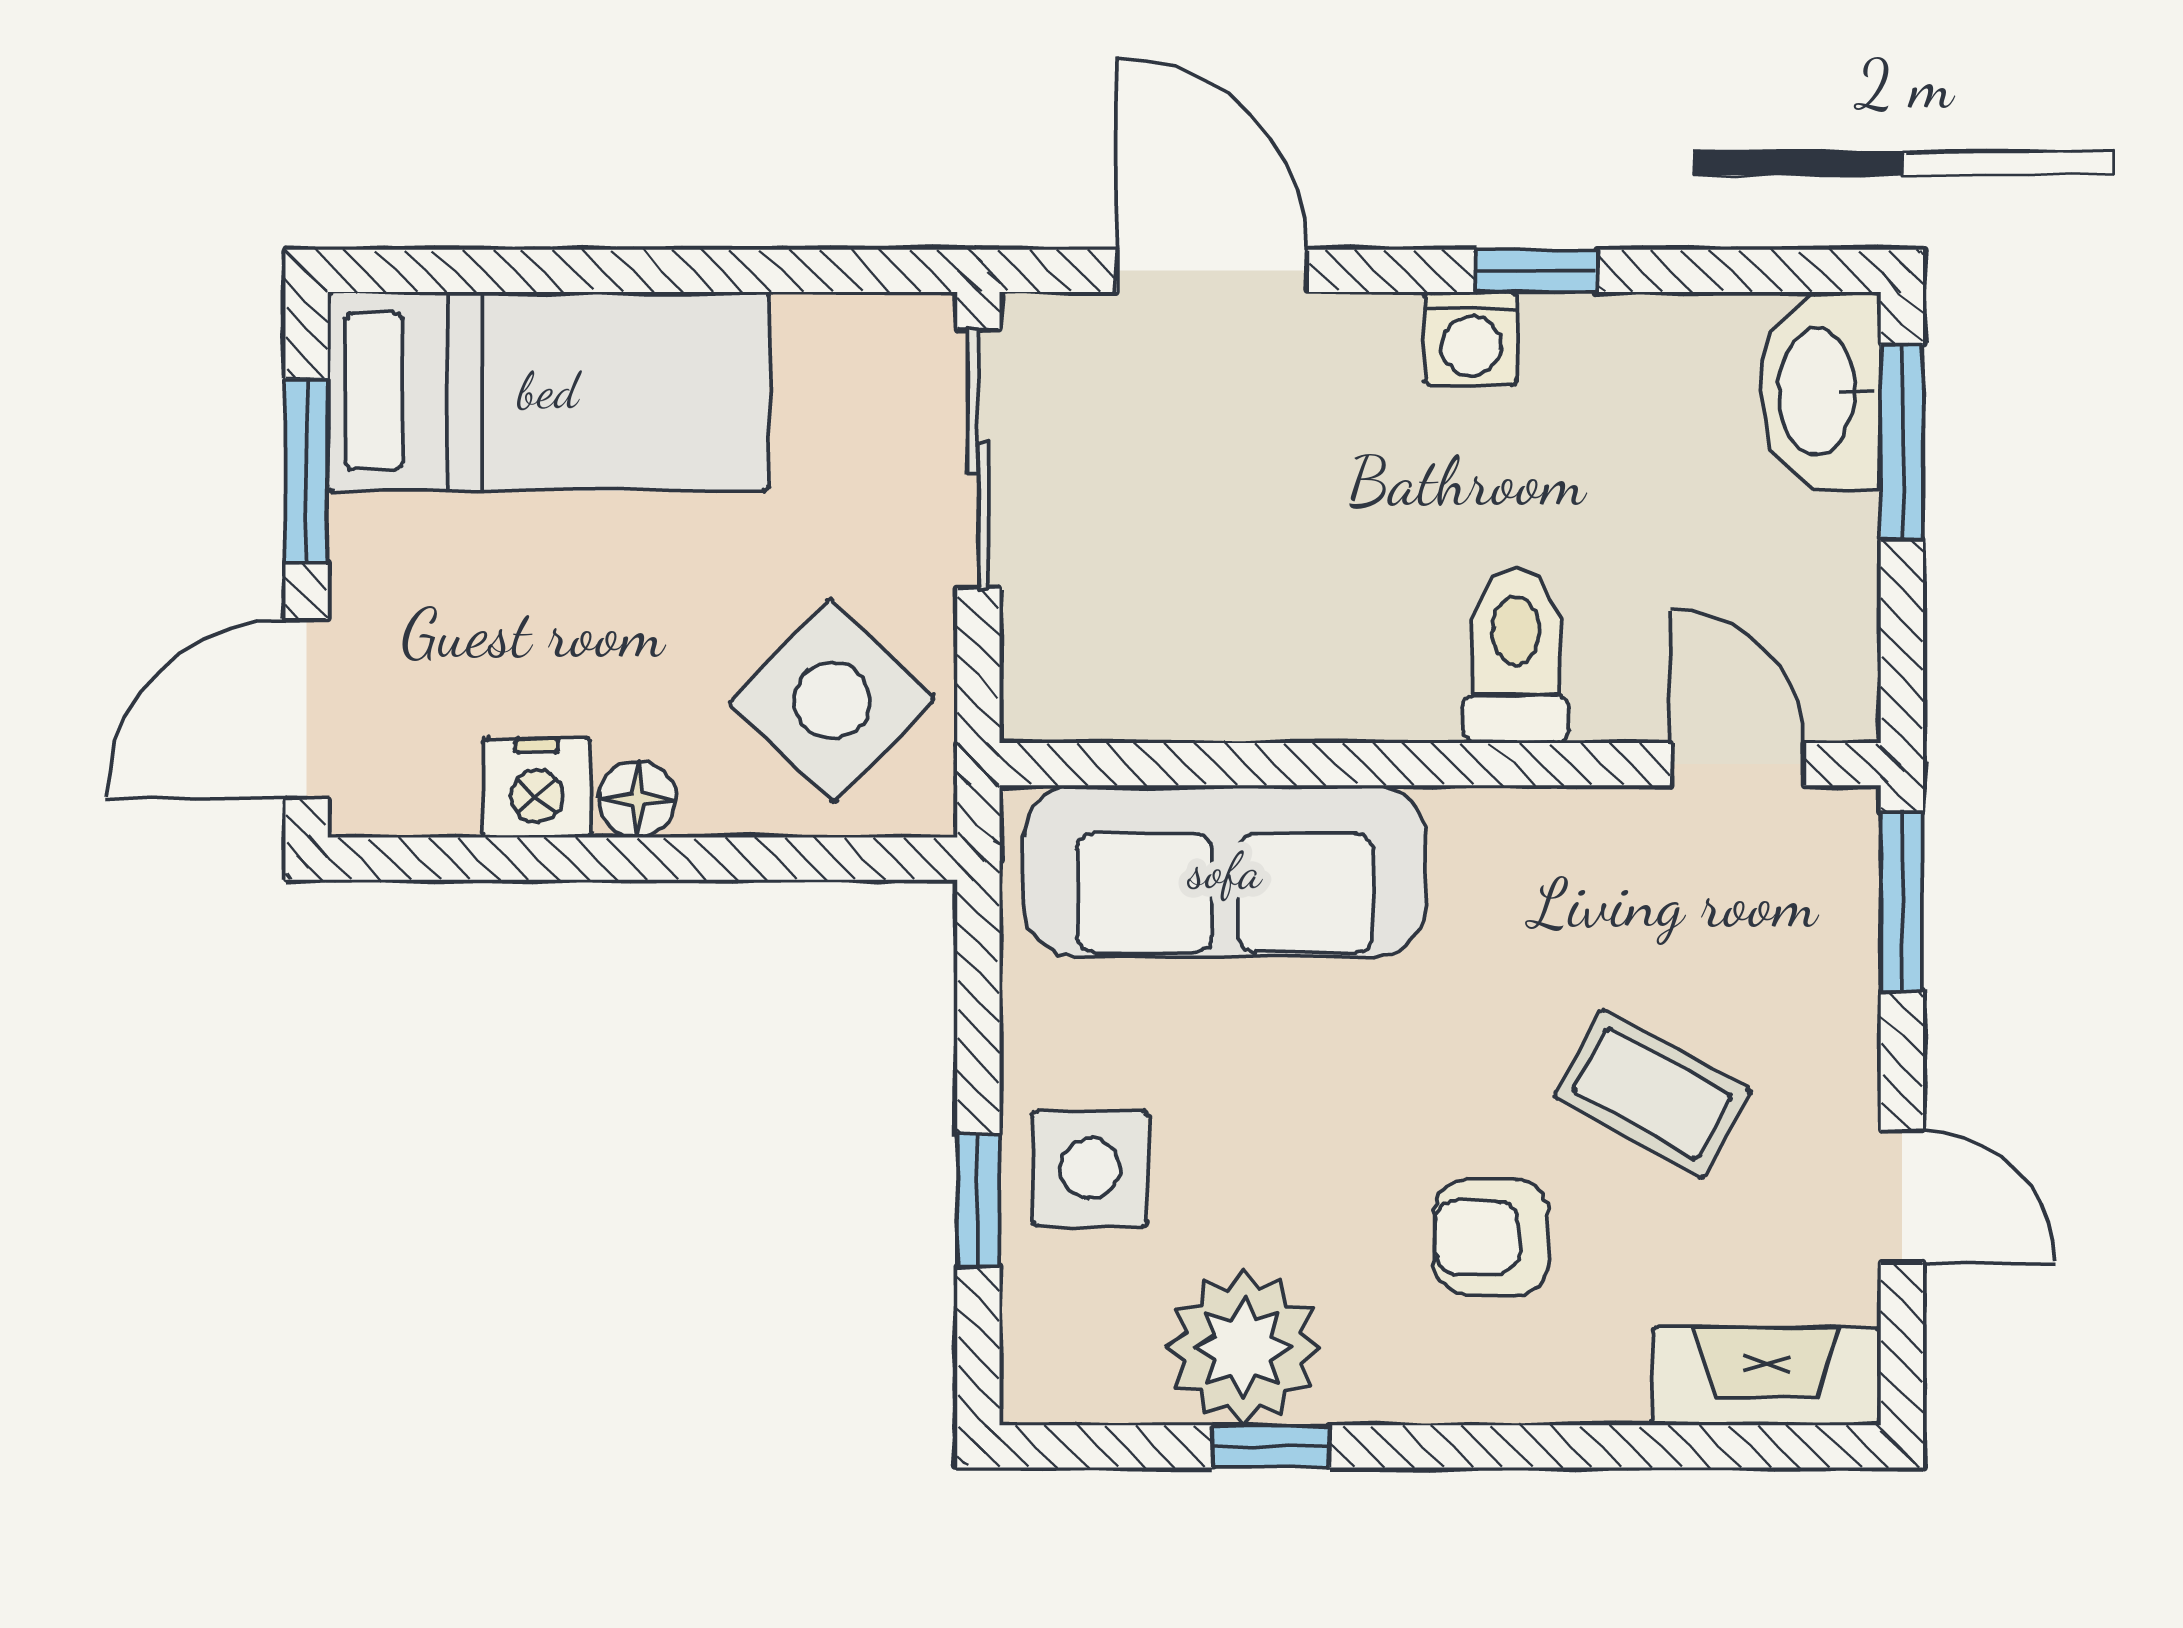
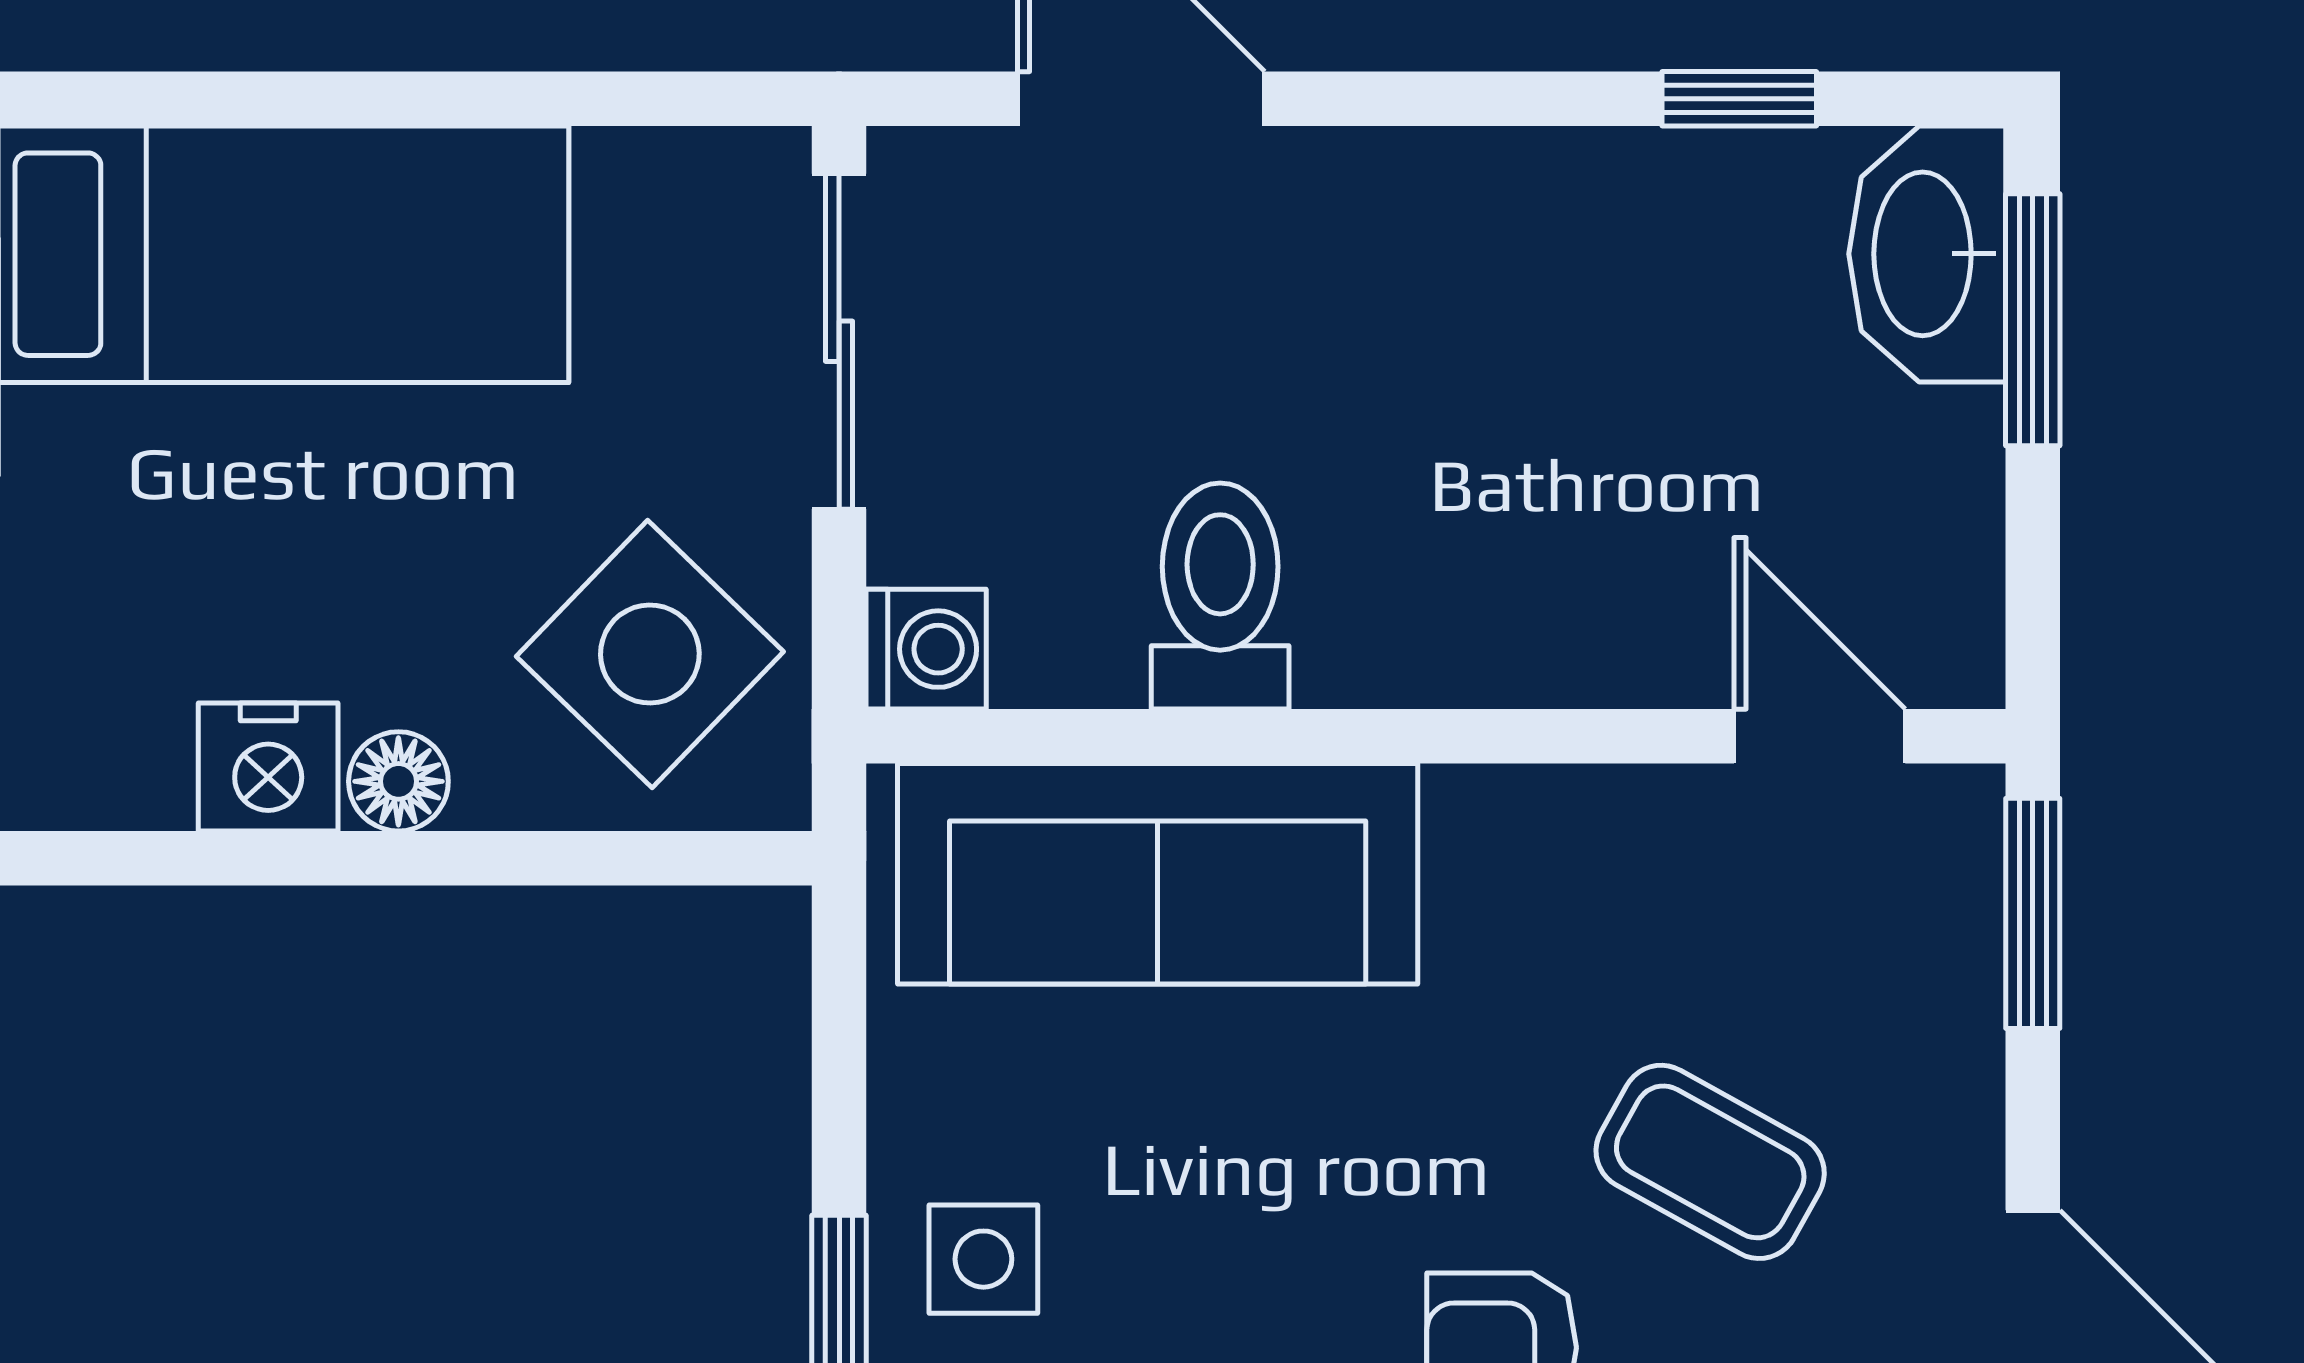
window: (1536, 271) -> (1739, 99), moved
washing machine: (1471, 338) -> (926, 649), moved, turned -90
toilet: (1516, 656) -> (1220, 596), moved
side table: (1090, 1169) -> (983, 1259), width x0.73, depth x0.73

